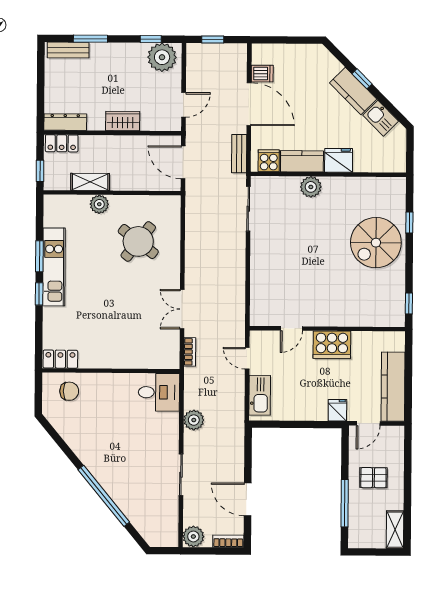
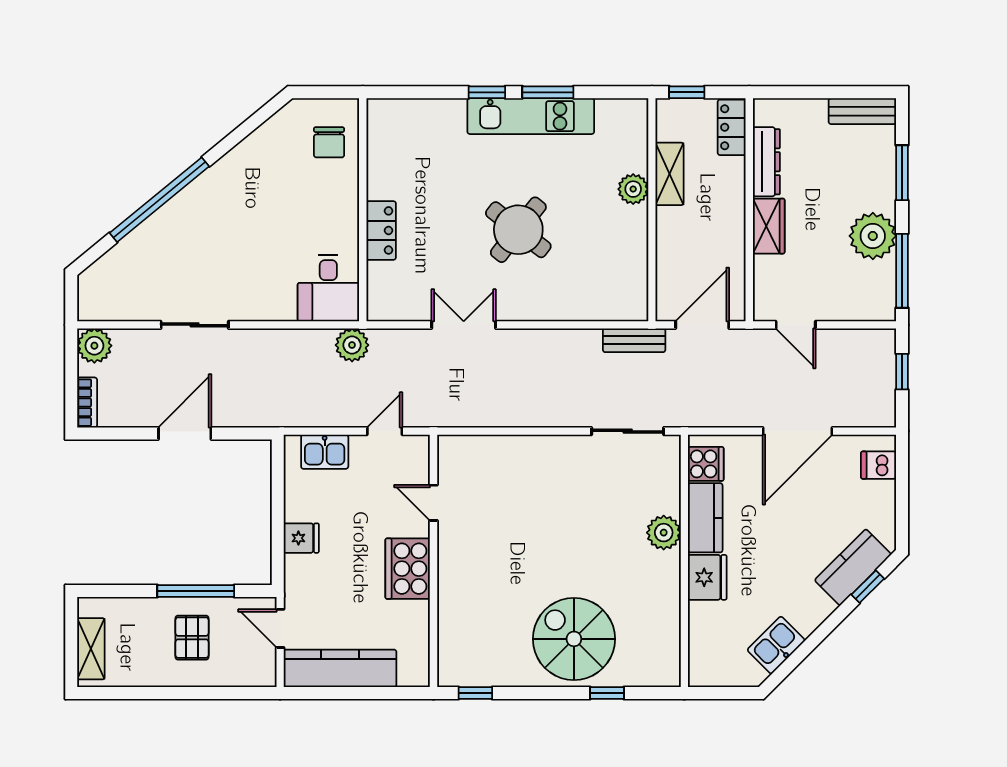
window: (151, 39) -> (902, 271), width x2.17
bench: (68, 50) -> (862, 111), moved, turned 90
plant: (162, 57) -> (873, 236), moved
dishwasher: (262, 74) -> (879, 465), moved, turned 90
window: (362, 79) -> (868, 587), moved
kitchen counter: (353, 91) -> (853, 567), moved
dresser: (65, 122) -> (766, 162), moved
bench: (239, 154) -> (634, 340), moved
round table: (138, 241) -> (518, 230), moved
bookcase: (190, 352) -> (394, 338), removed
locker: (60, 359) -> (381, 230), moved
kitchen sink: (260, 395) -> (325, 452), width x0.73
fridge: (337, 410) -> (301, 538), moved
plant: (194, 420) -> (352, 345), moved
door: (248, 499) -> (185, 433), moved
window: (345, 503) -> (196, 591), moved
shelving: (395, 530) -> (91, 649), moved, turned 90

